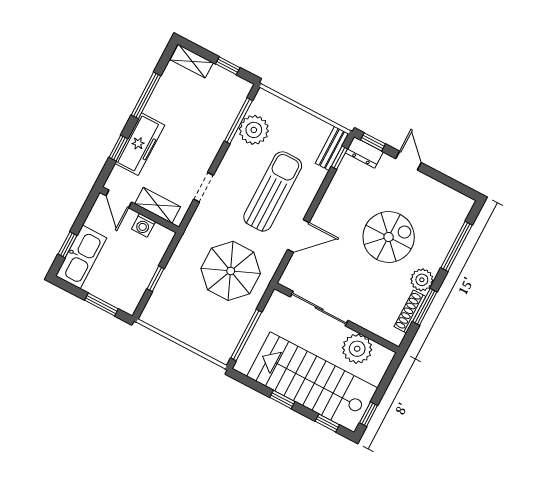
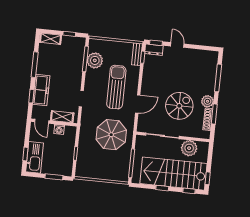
spiral stairs: (389, 237) -> (179, 106), moved

